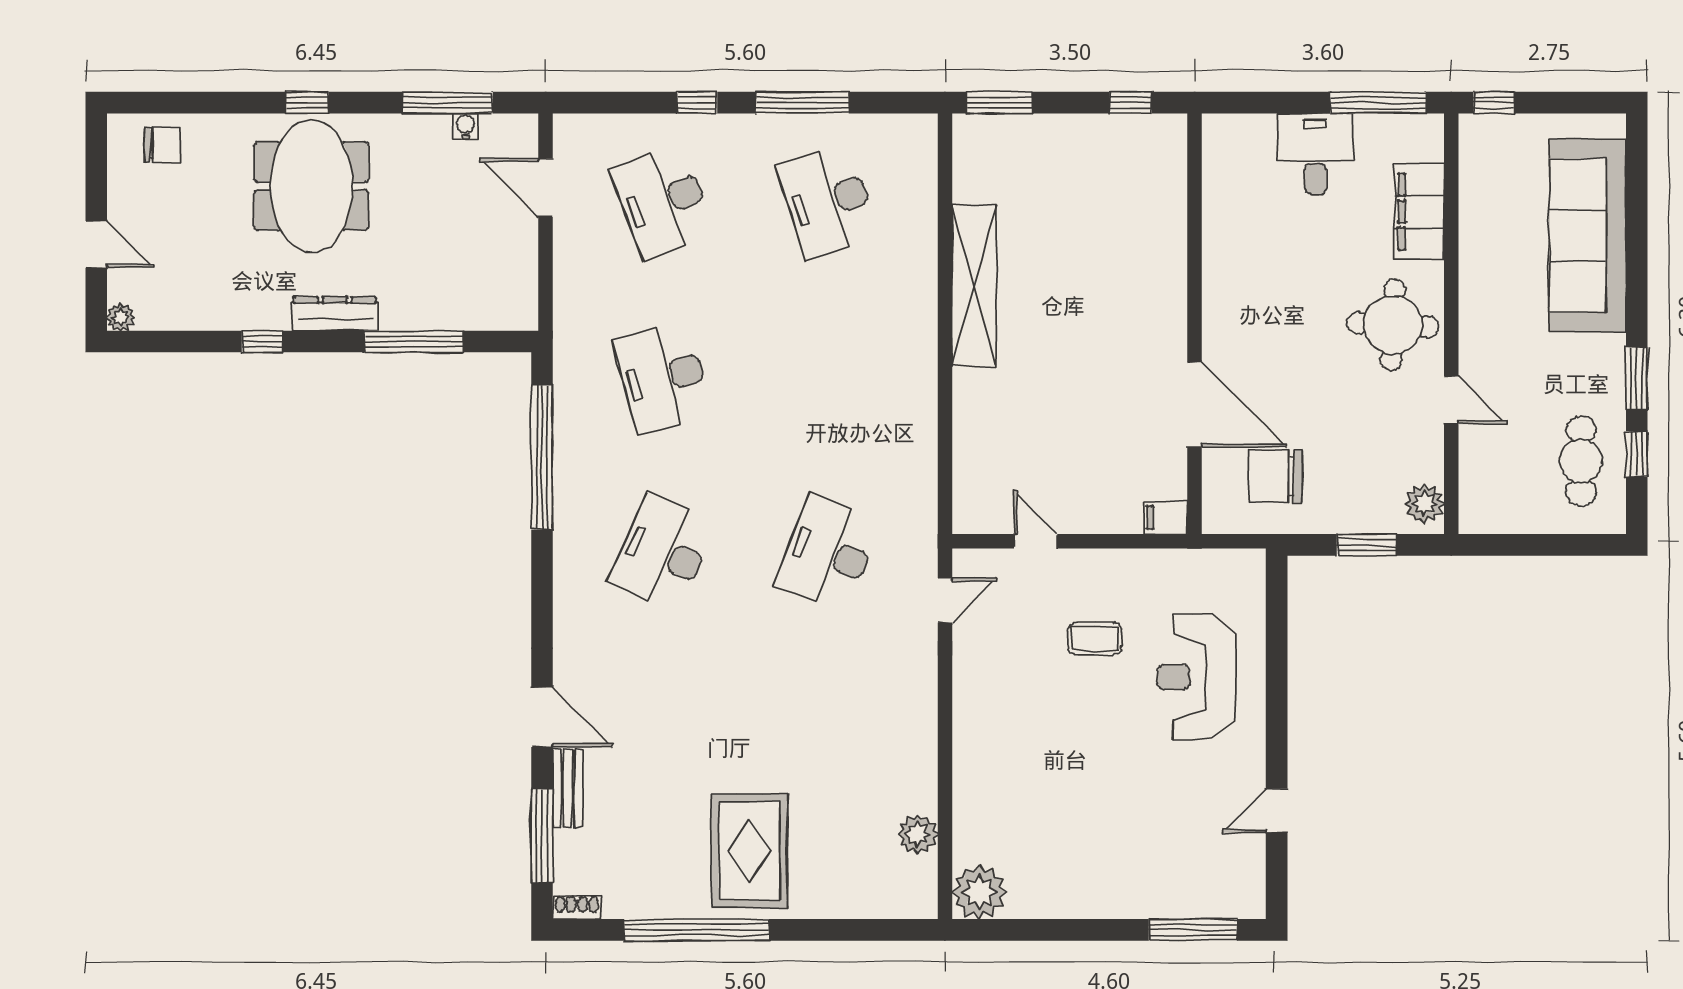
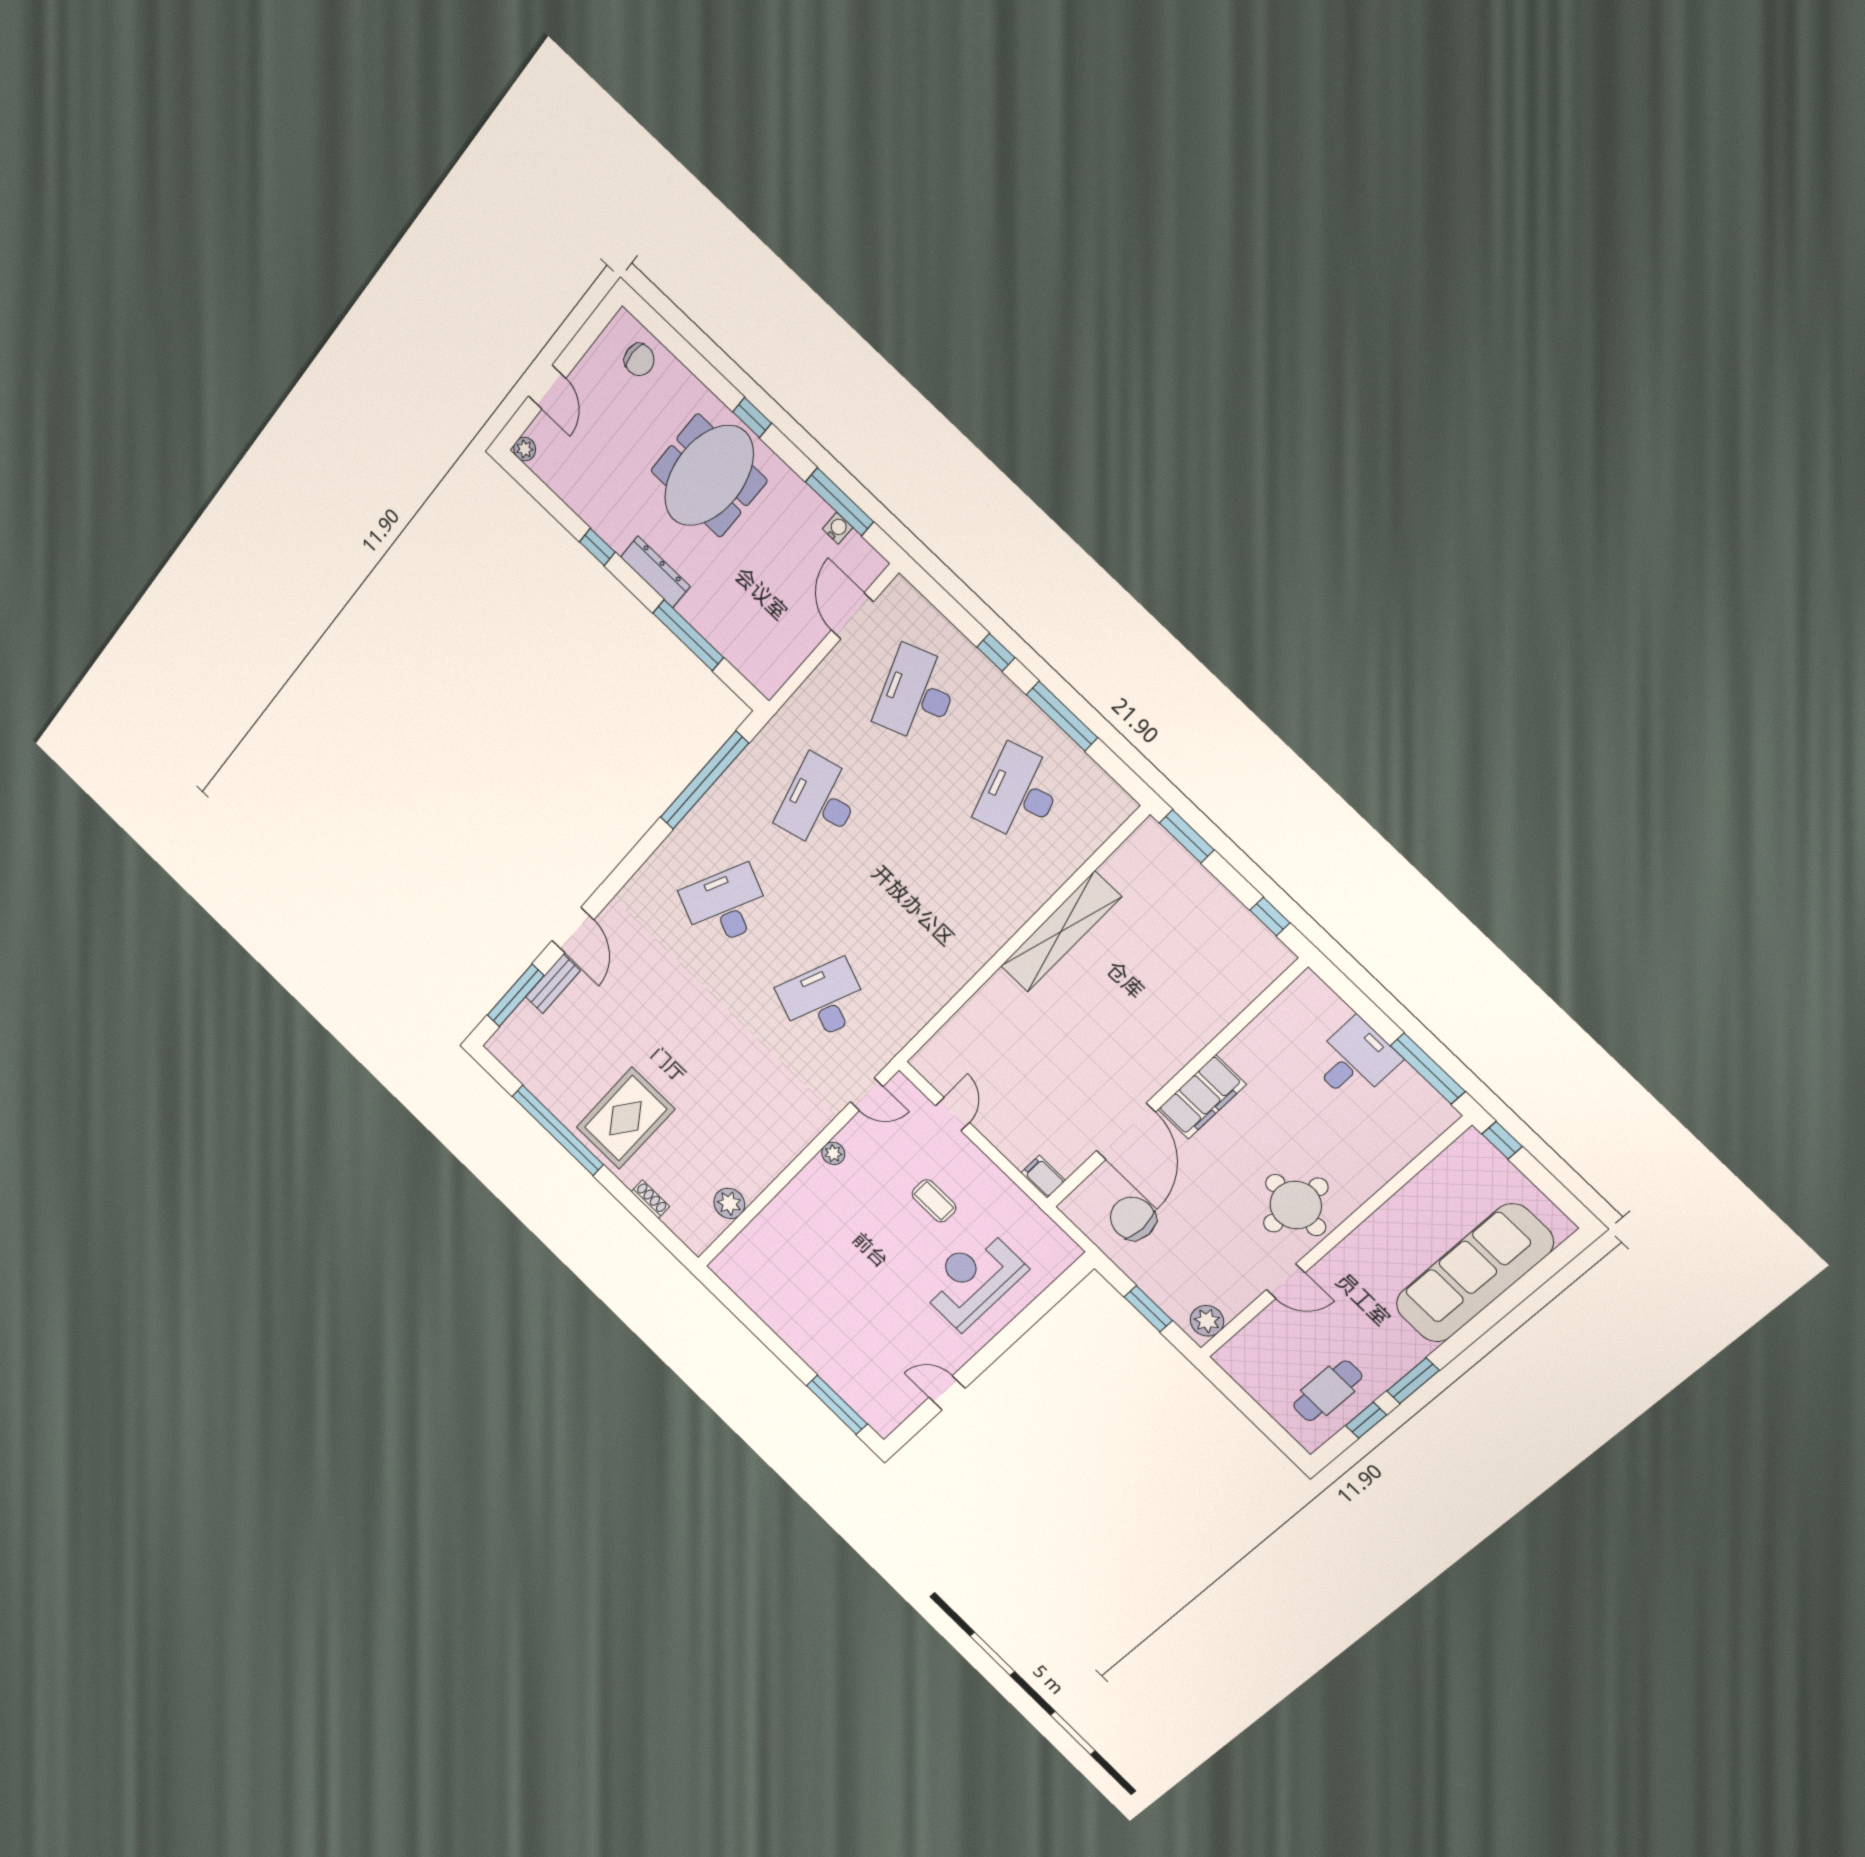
filing cabinet: (1419, 212) -> (1202, 1097), moved, turned 180
door: (1451, 400) -> (1286, 1281), hinge flipped
plant: (979, 892) -> (833, 1153), moved, width x0.53, depth x0.53
shoe rack: (577, 907) -> (650, 1199), moved

